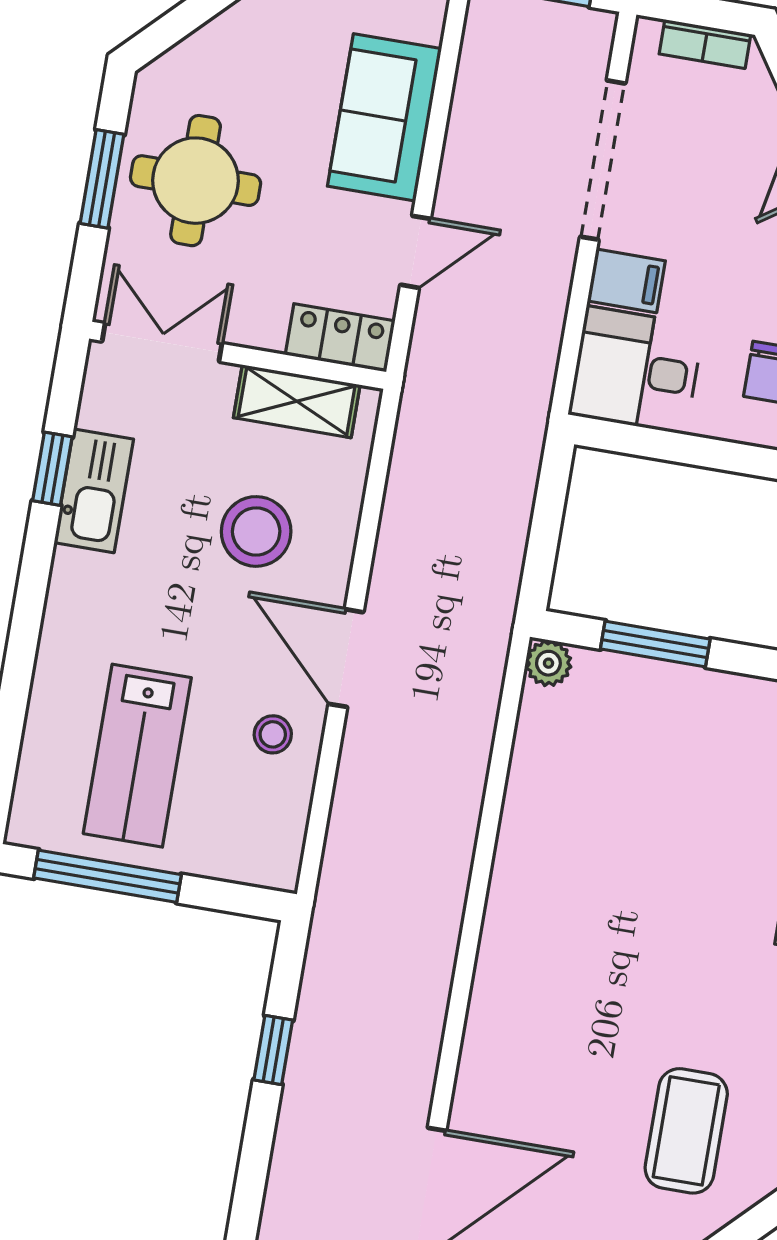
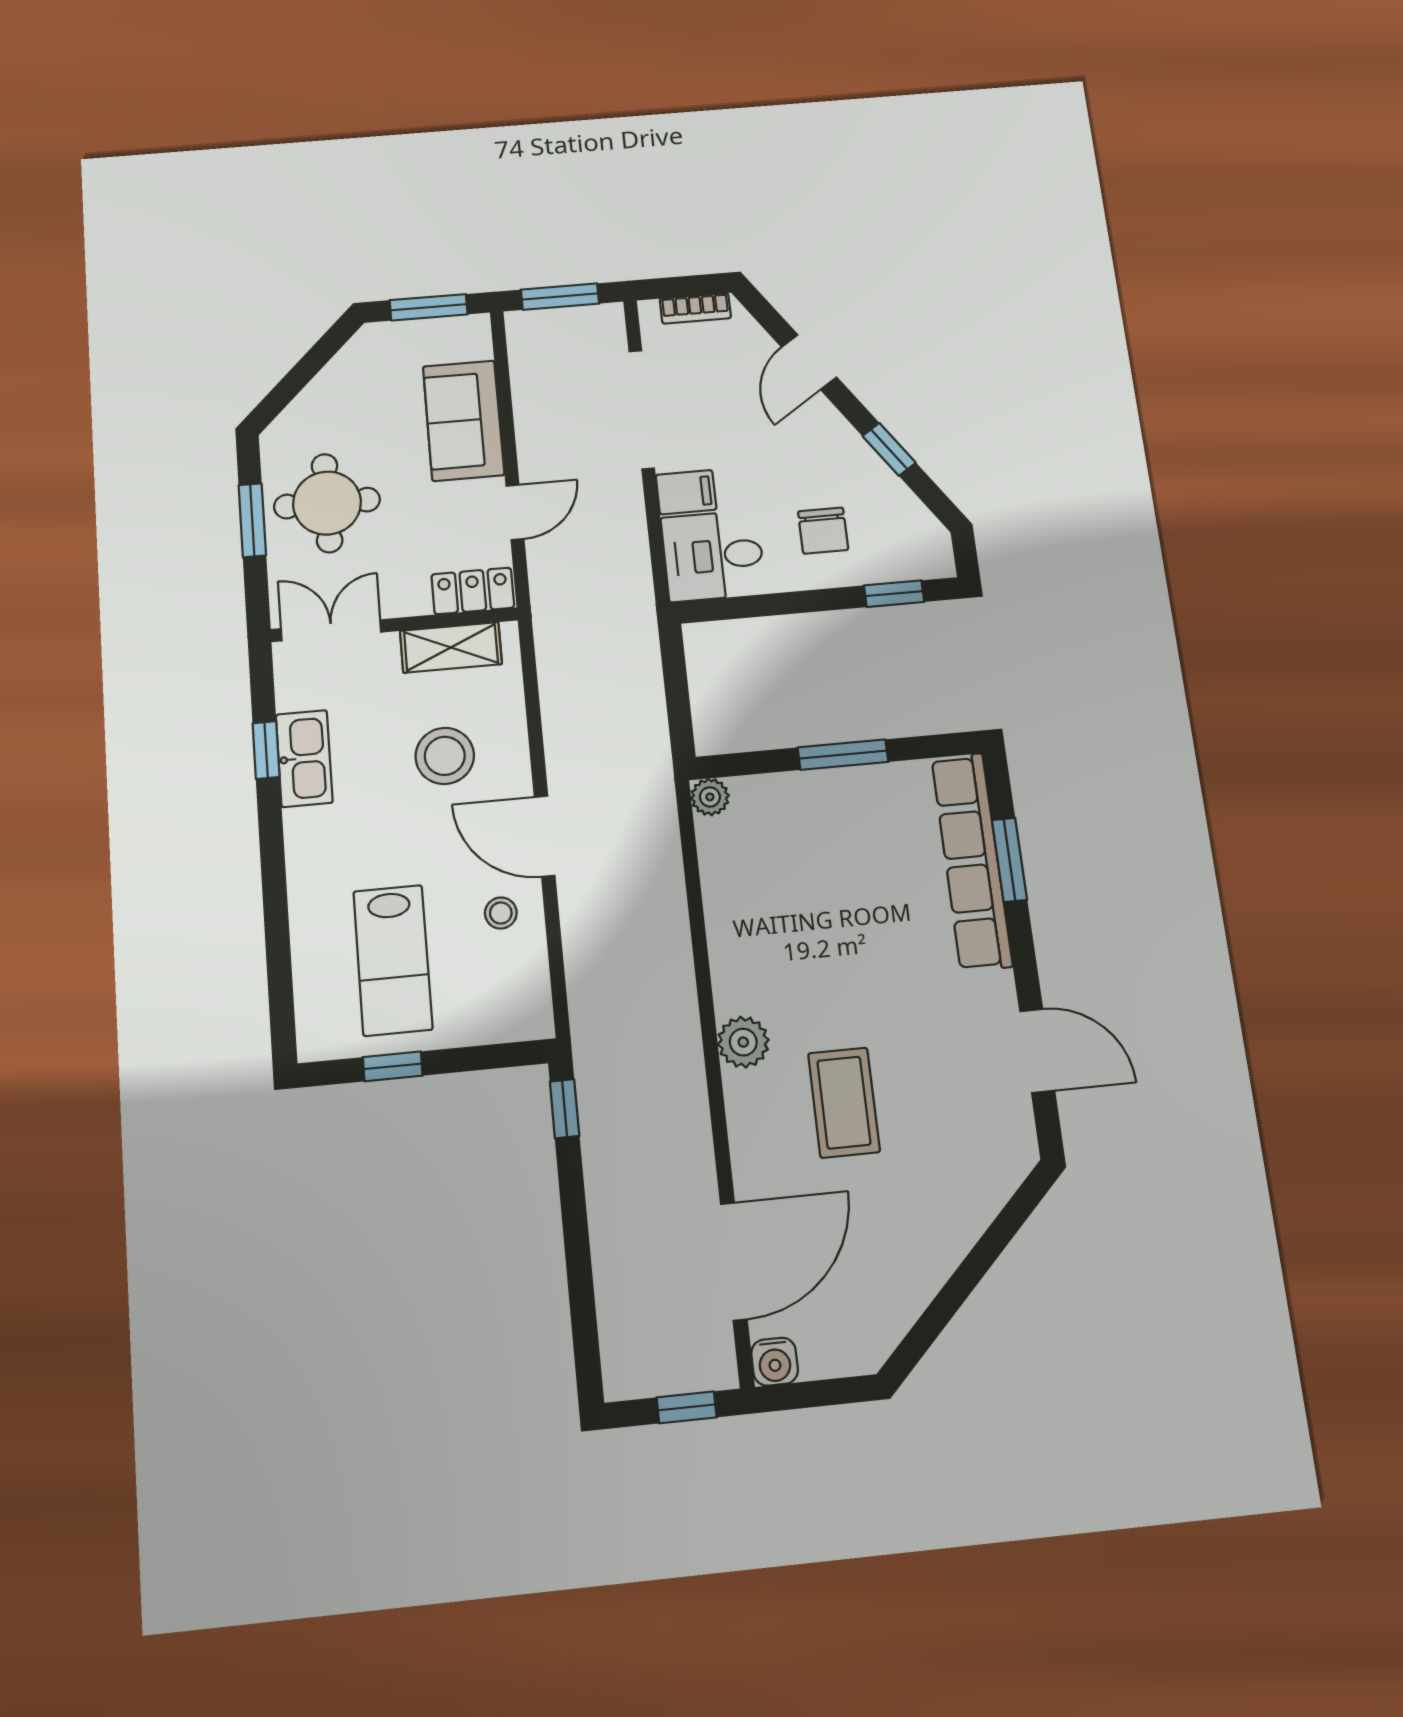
window: (655, 644) -> (843, 755), moved
window: (108, 876) -> (393, 1066), width x0.46
plant: (506, 956) -> (743, 1042), added
window: (273, 1050) -> (565, 1109), moved
coffee table: (686, 1131) -> (844, 1103), moved

